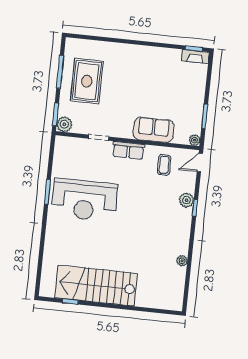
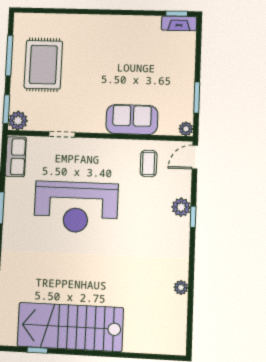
row of seats: (128, 150) -> (16, 157), moved, turned -90
reception desk: (84, 200) -> (76, 207), moved

